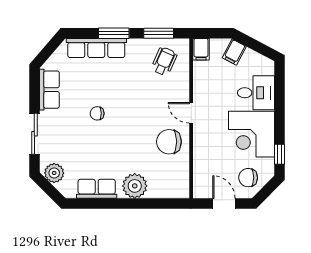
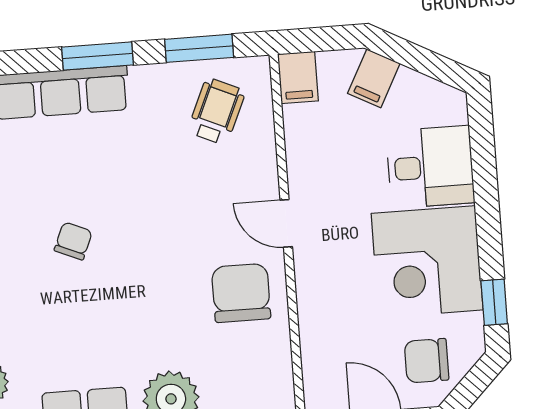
chair: (97, 113) -> (73, 241), turned 113
chair: (169, 142) -> (241, 293), turned 90

